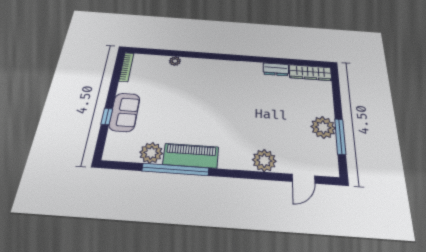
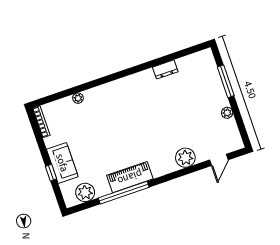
wardrobe: (310, 73) -> (195, 60), removed
plant: (323, 127) -> (227, 113), width x0.53, depth x0.53
window: (340, 136) -> (226, 81), moved
plant: (151, 153) -> (85, 192), moved

